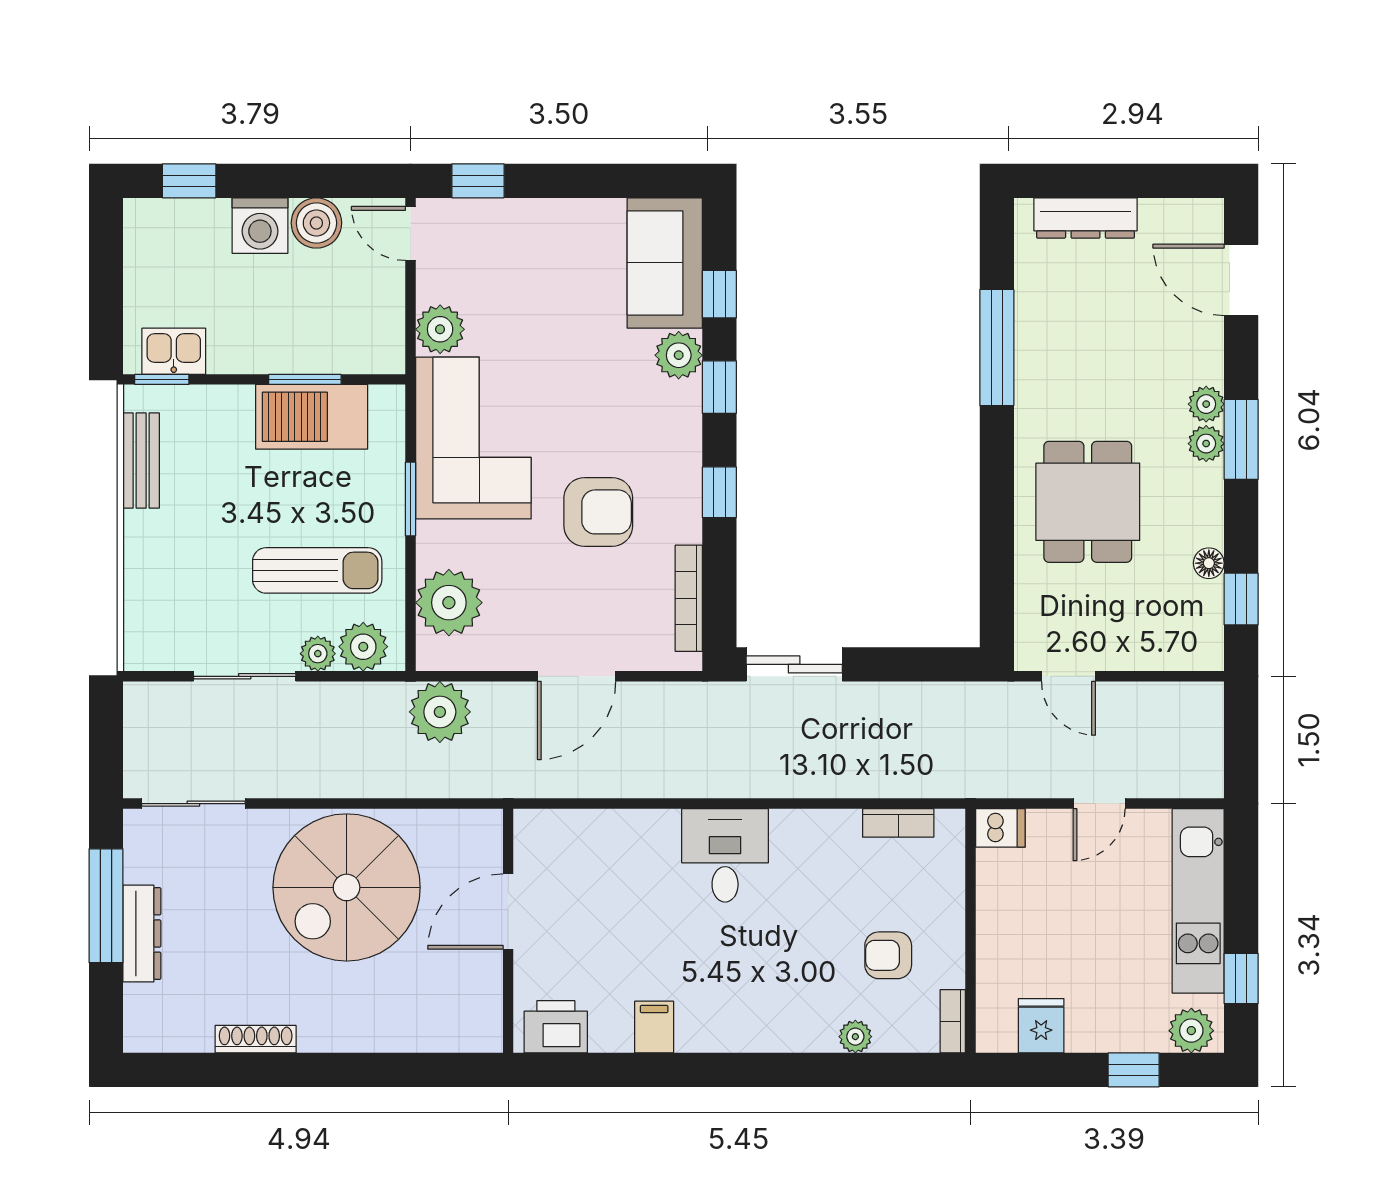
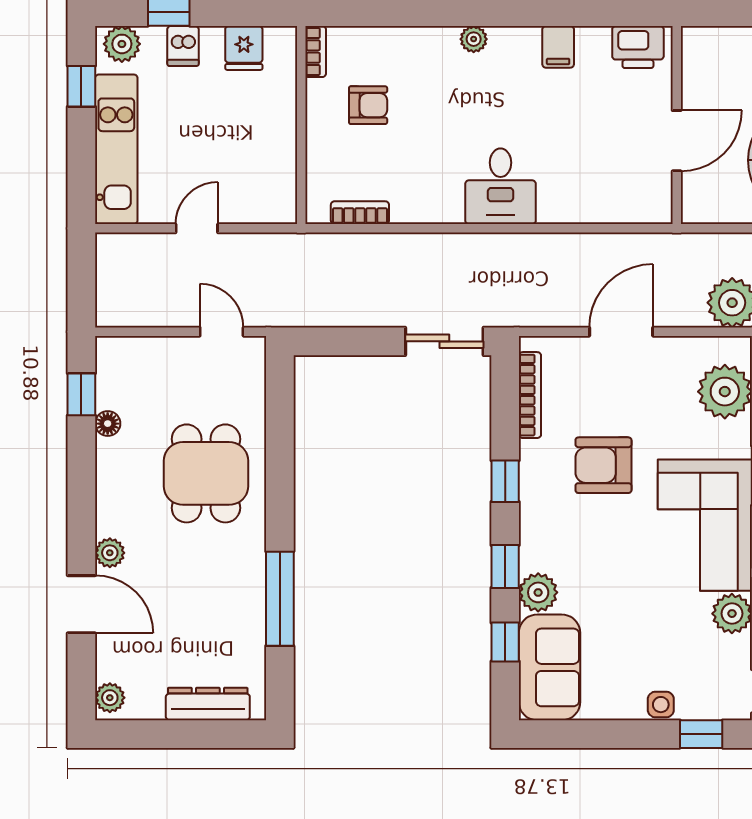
side table: (528, 217) -> (661, 705), added
door: (1241, 280) -> (81, 604), moved
window: (1241, 439) -> (81, 524), removed
plant: (1206, 444) -> (110, 698), moved
dishwasher: (1000, 828) -> (183, 46), moved, turned -90
plant: (855, 1037) -> (474, 39), moved

